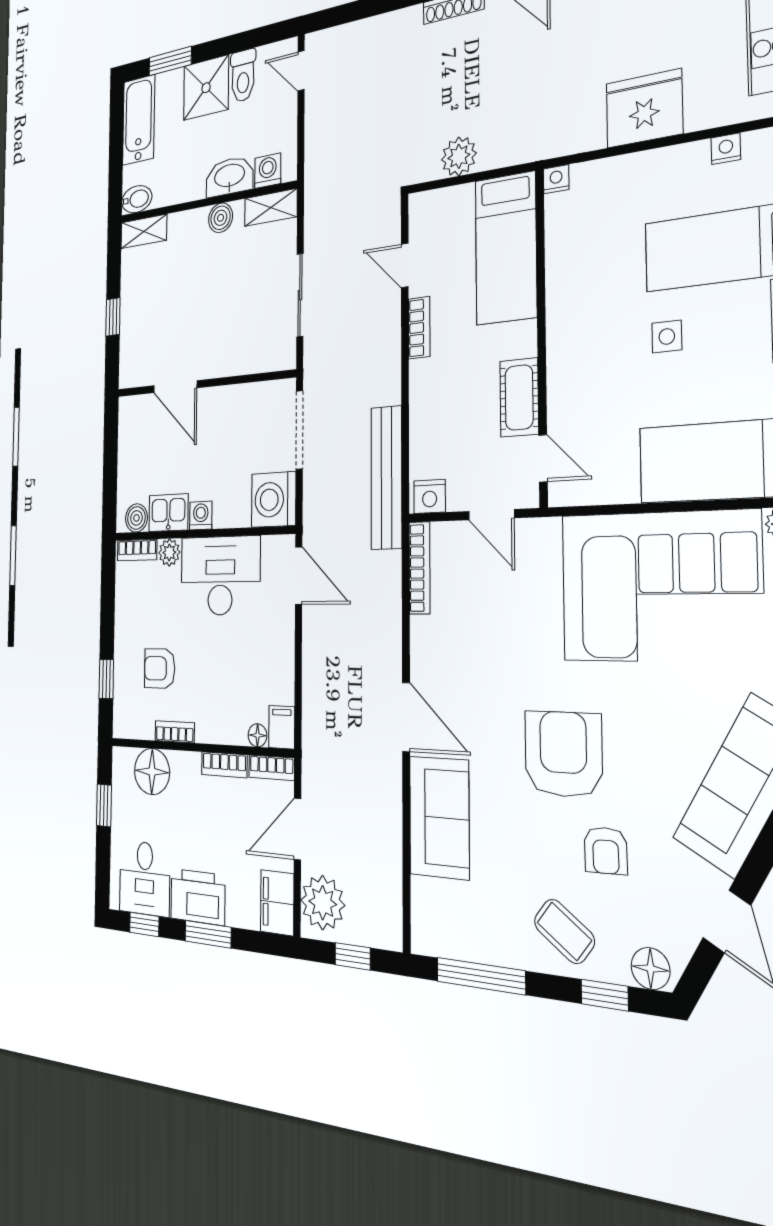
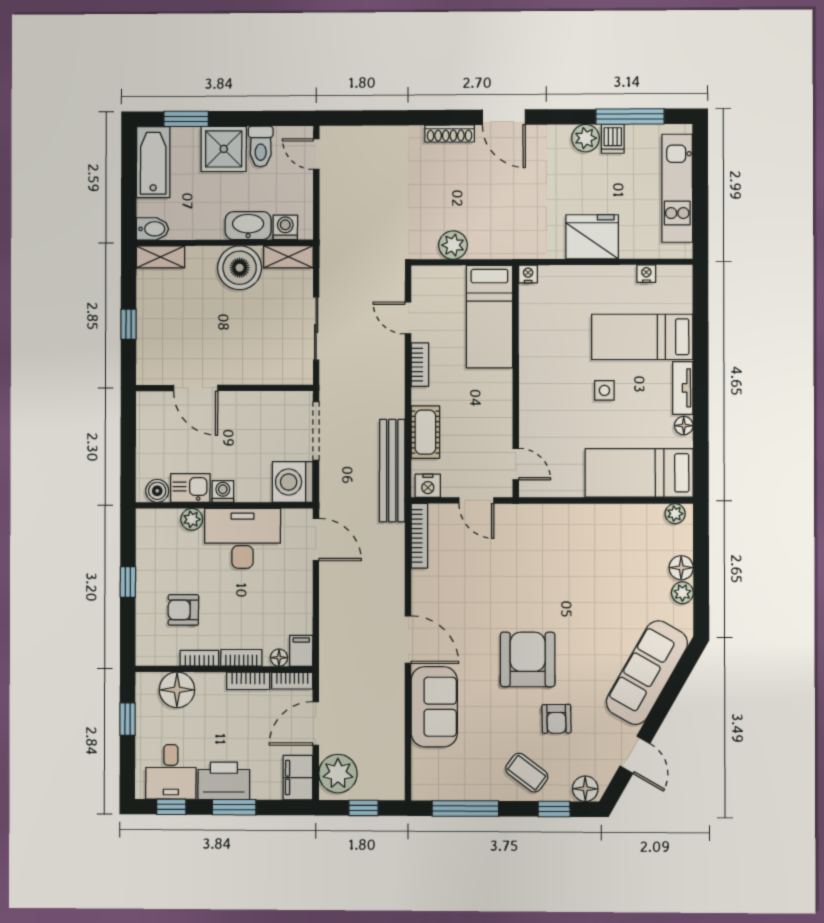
boiler: (221, 218) -> (240, 268), width x1.86, depth x1.86
cot: (519, 397) -> (425, 432), moved
bookcase: (137, 550) -> (241, 658), moved, turned 180
corner sofa: (660, 587) -> (596, 551), removed
window: (106, 679) -> (128, 582), moved

